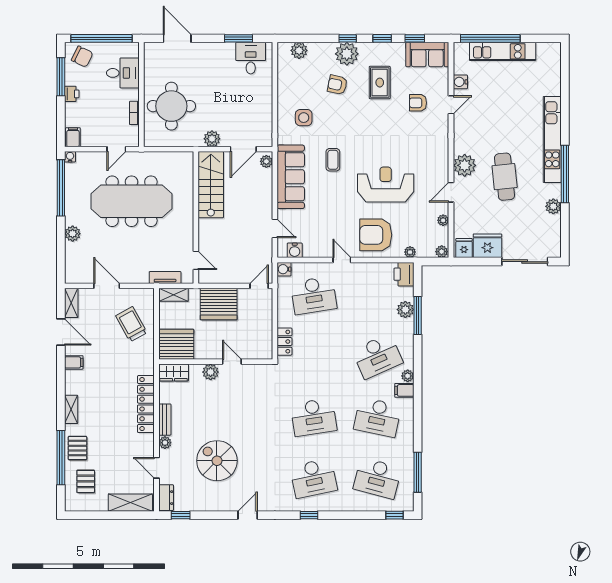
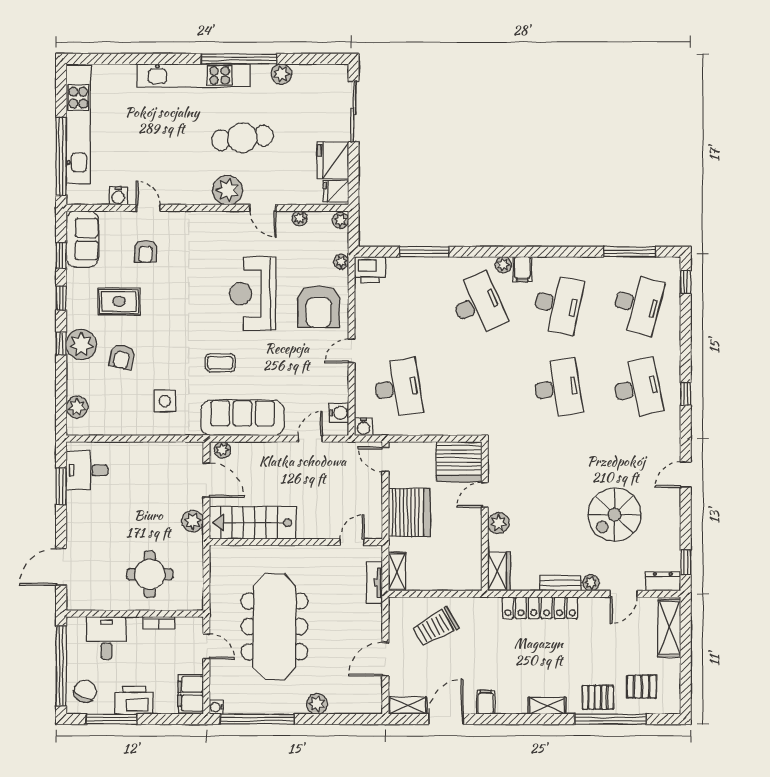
kitchen unit: (503, 51) -> (78, 125), width x1.36
printer: (72, 94) -> (134, 700), width x1.87, depth x1.48
round table: (171, 106) -> (150, 574), width x0.73, depth x0.73
filing cabinet: (73, 137) -> (191, 694), width x2.00
plant: (405, 310) -> (416, 268), removed
locker: (284, 342) -> (458, 426), removed
server rack: (176, 344) -> (459, 462), moved, turned -90
door: (248, 515) -> (686, 474), hinge flipped

